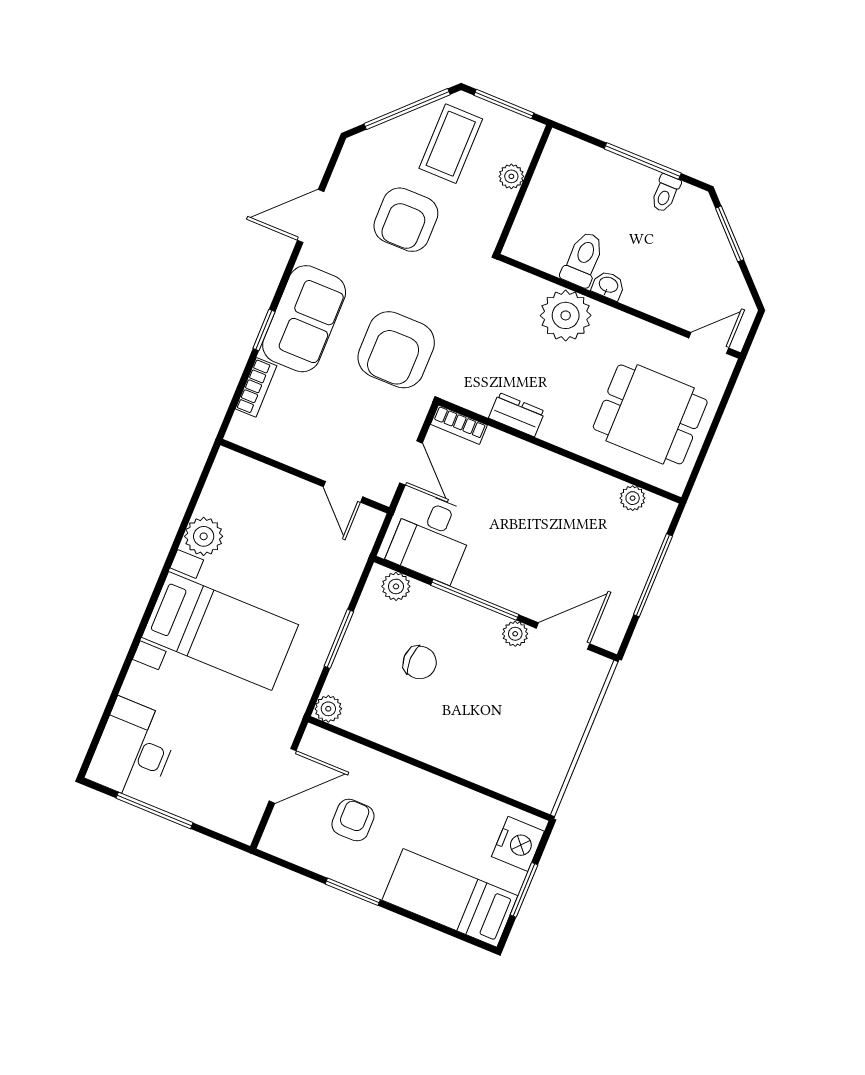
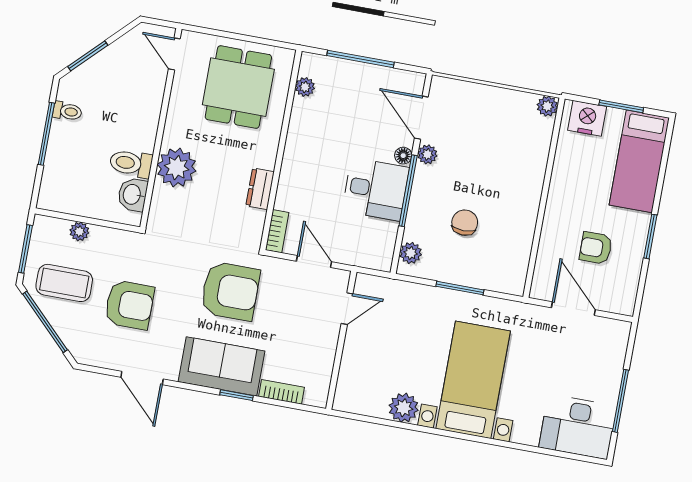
washbasin: (608, 285) -> (133, 195), moved, width x1.38, depth x1.45
door: (411, 463) -> (314, 262), hinge flipped
desk: (432, 537) -> (376, 189), moved
floor lamp: (520, 603) -> (403, 156), added
plant: (328, 709) -> (547, 106), moved

